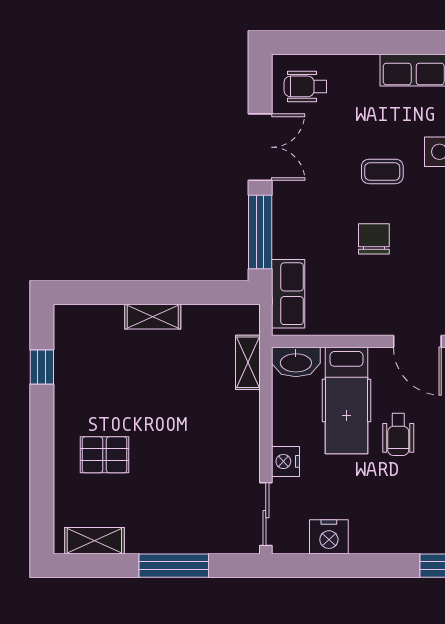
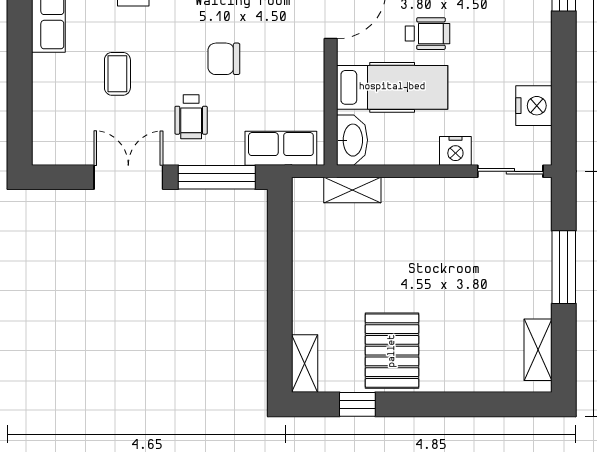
wheelchair: (305, 86) -> (191, 117), moved
coffee table: (382, 171) -> (117, 74), moved
shelving: (153, 317) -> (305, 364), moved
pallet: (105, 455) -> (392, 351), moved, width x1.50, depth x1.42

